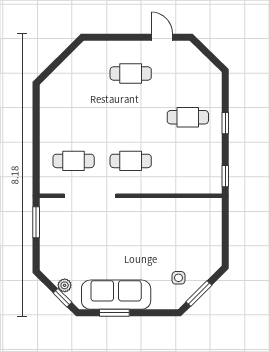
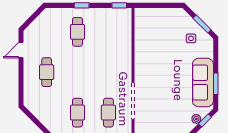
cafe table: (131, 161) -> (78, 113), moved

